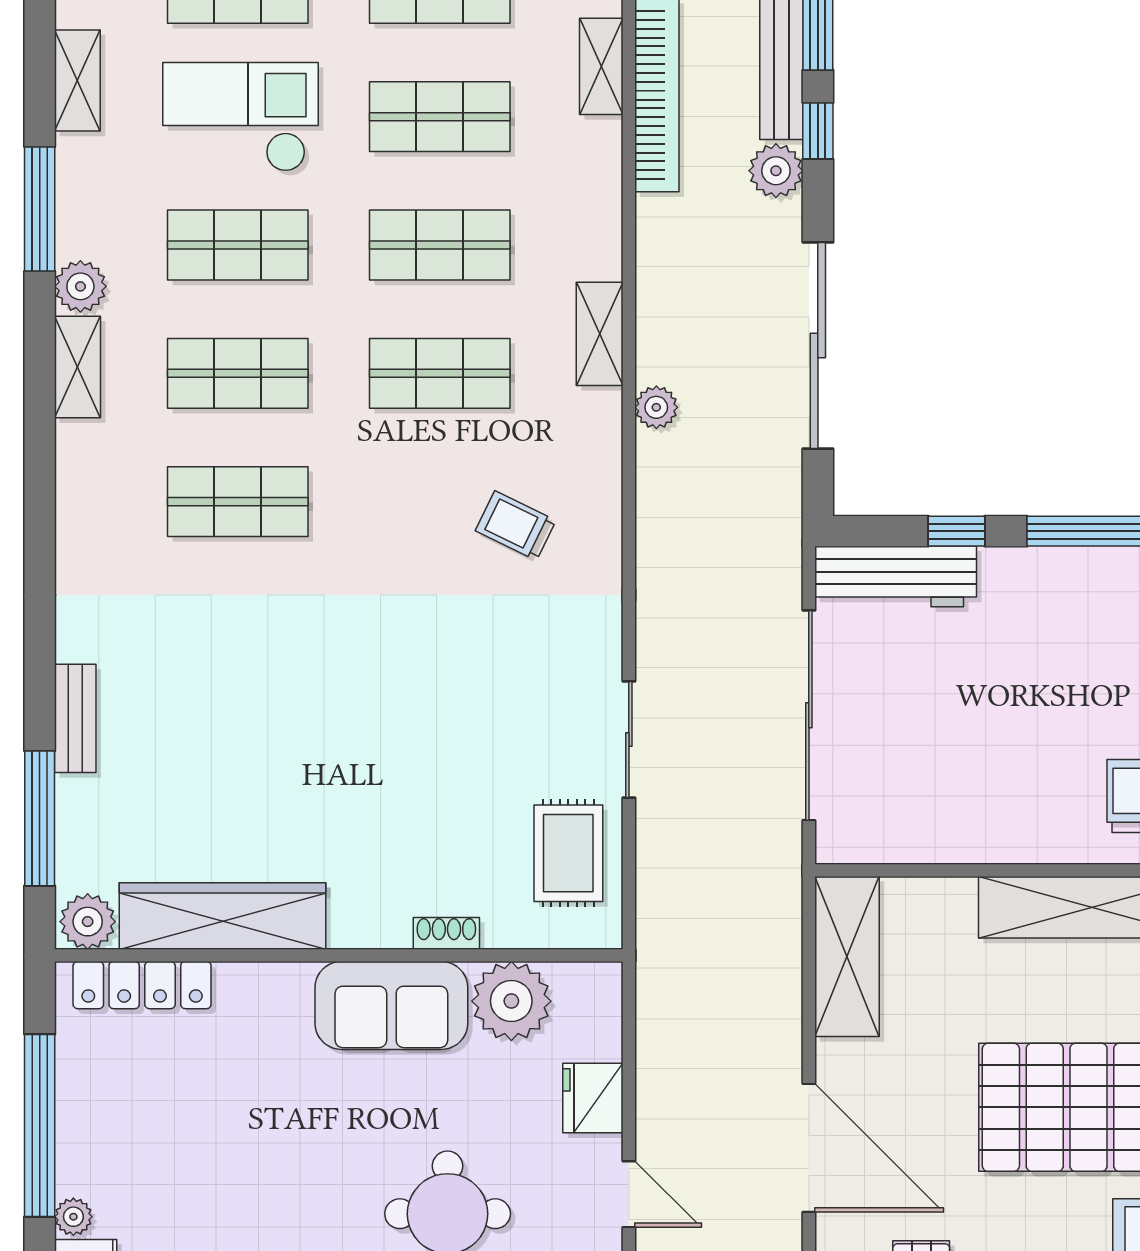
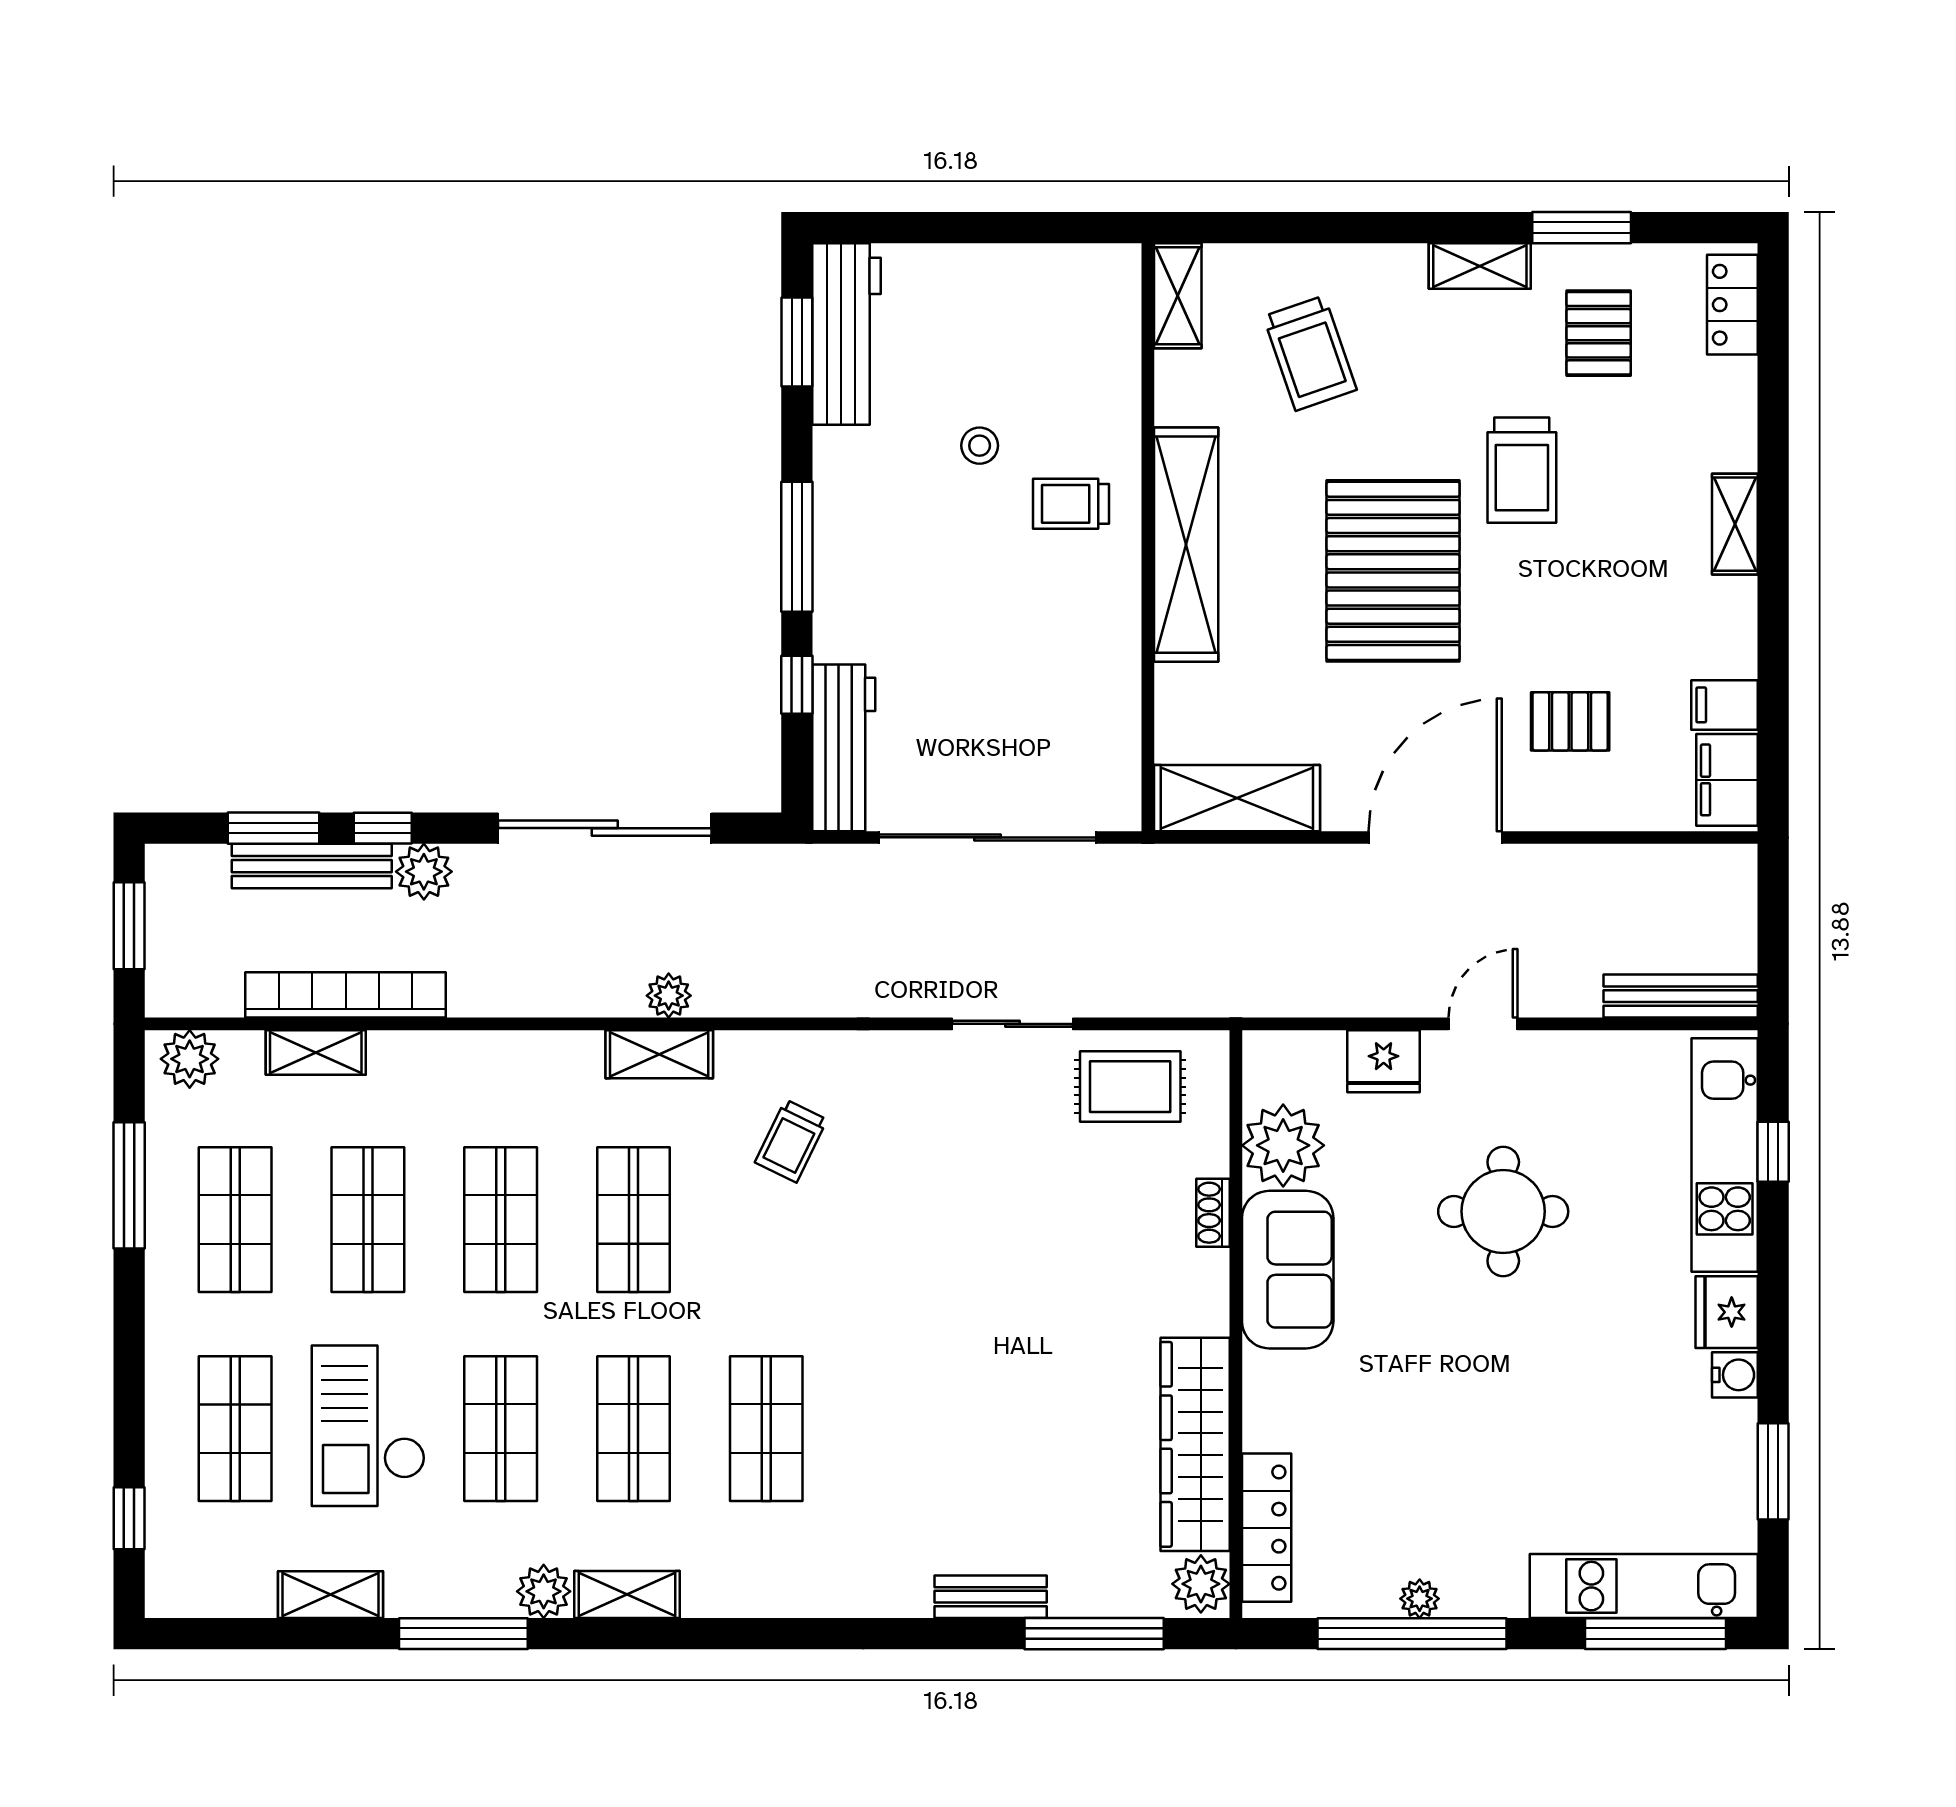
shelving: (600, 334) -> (659, 1054), moved
plant: (73, 1217) -> (1420, 1599), moved

